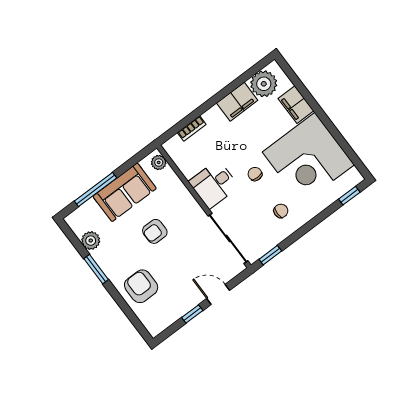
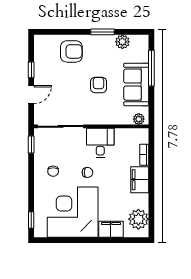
filing cabinet: (237, 102) -> (140, 180), moved

